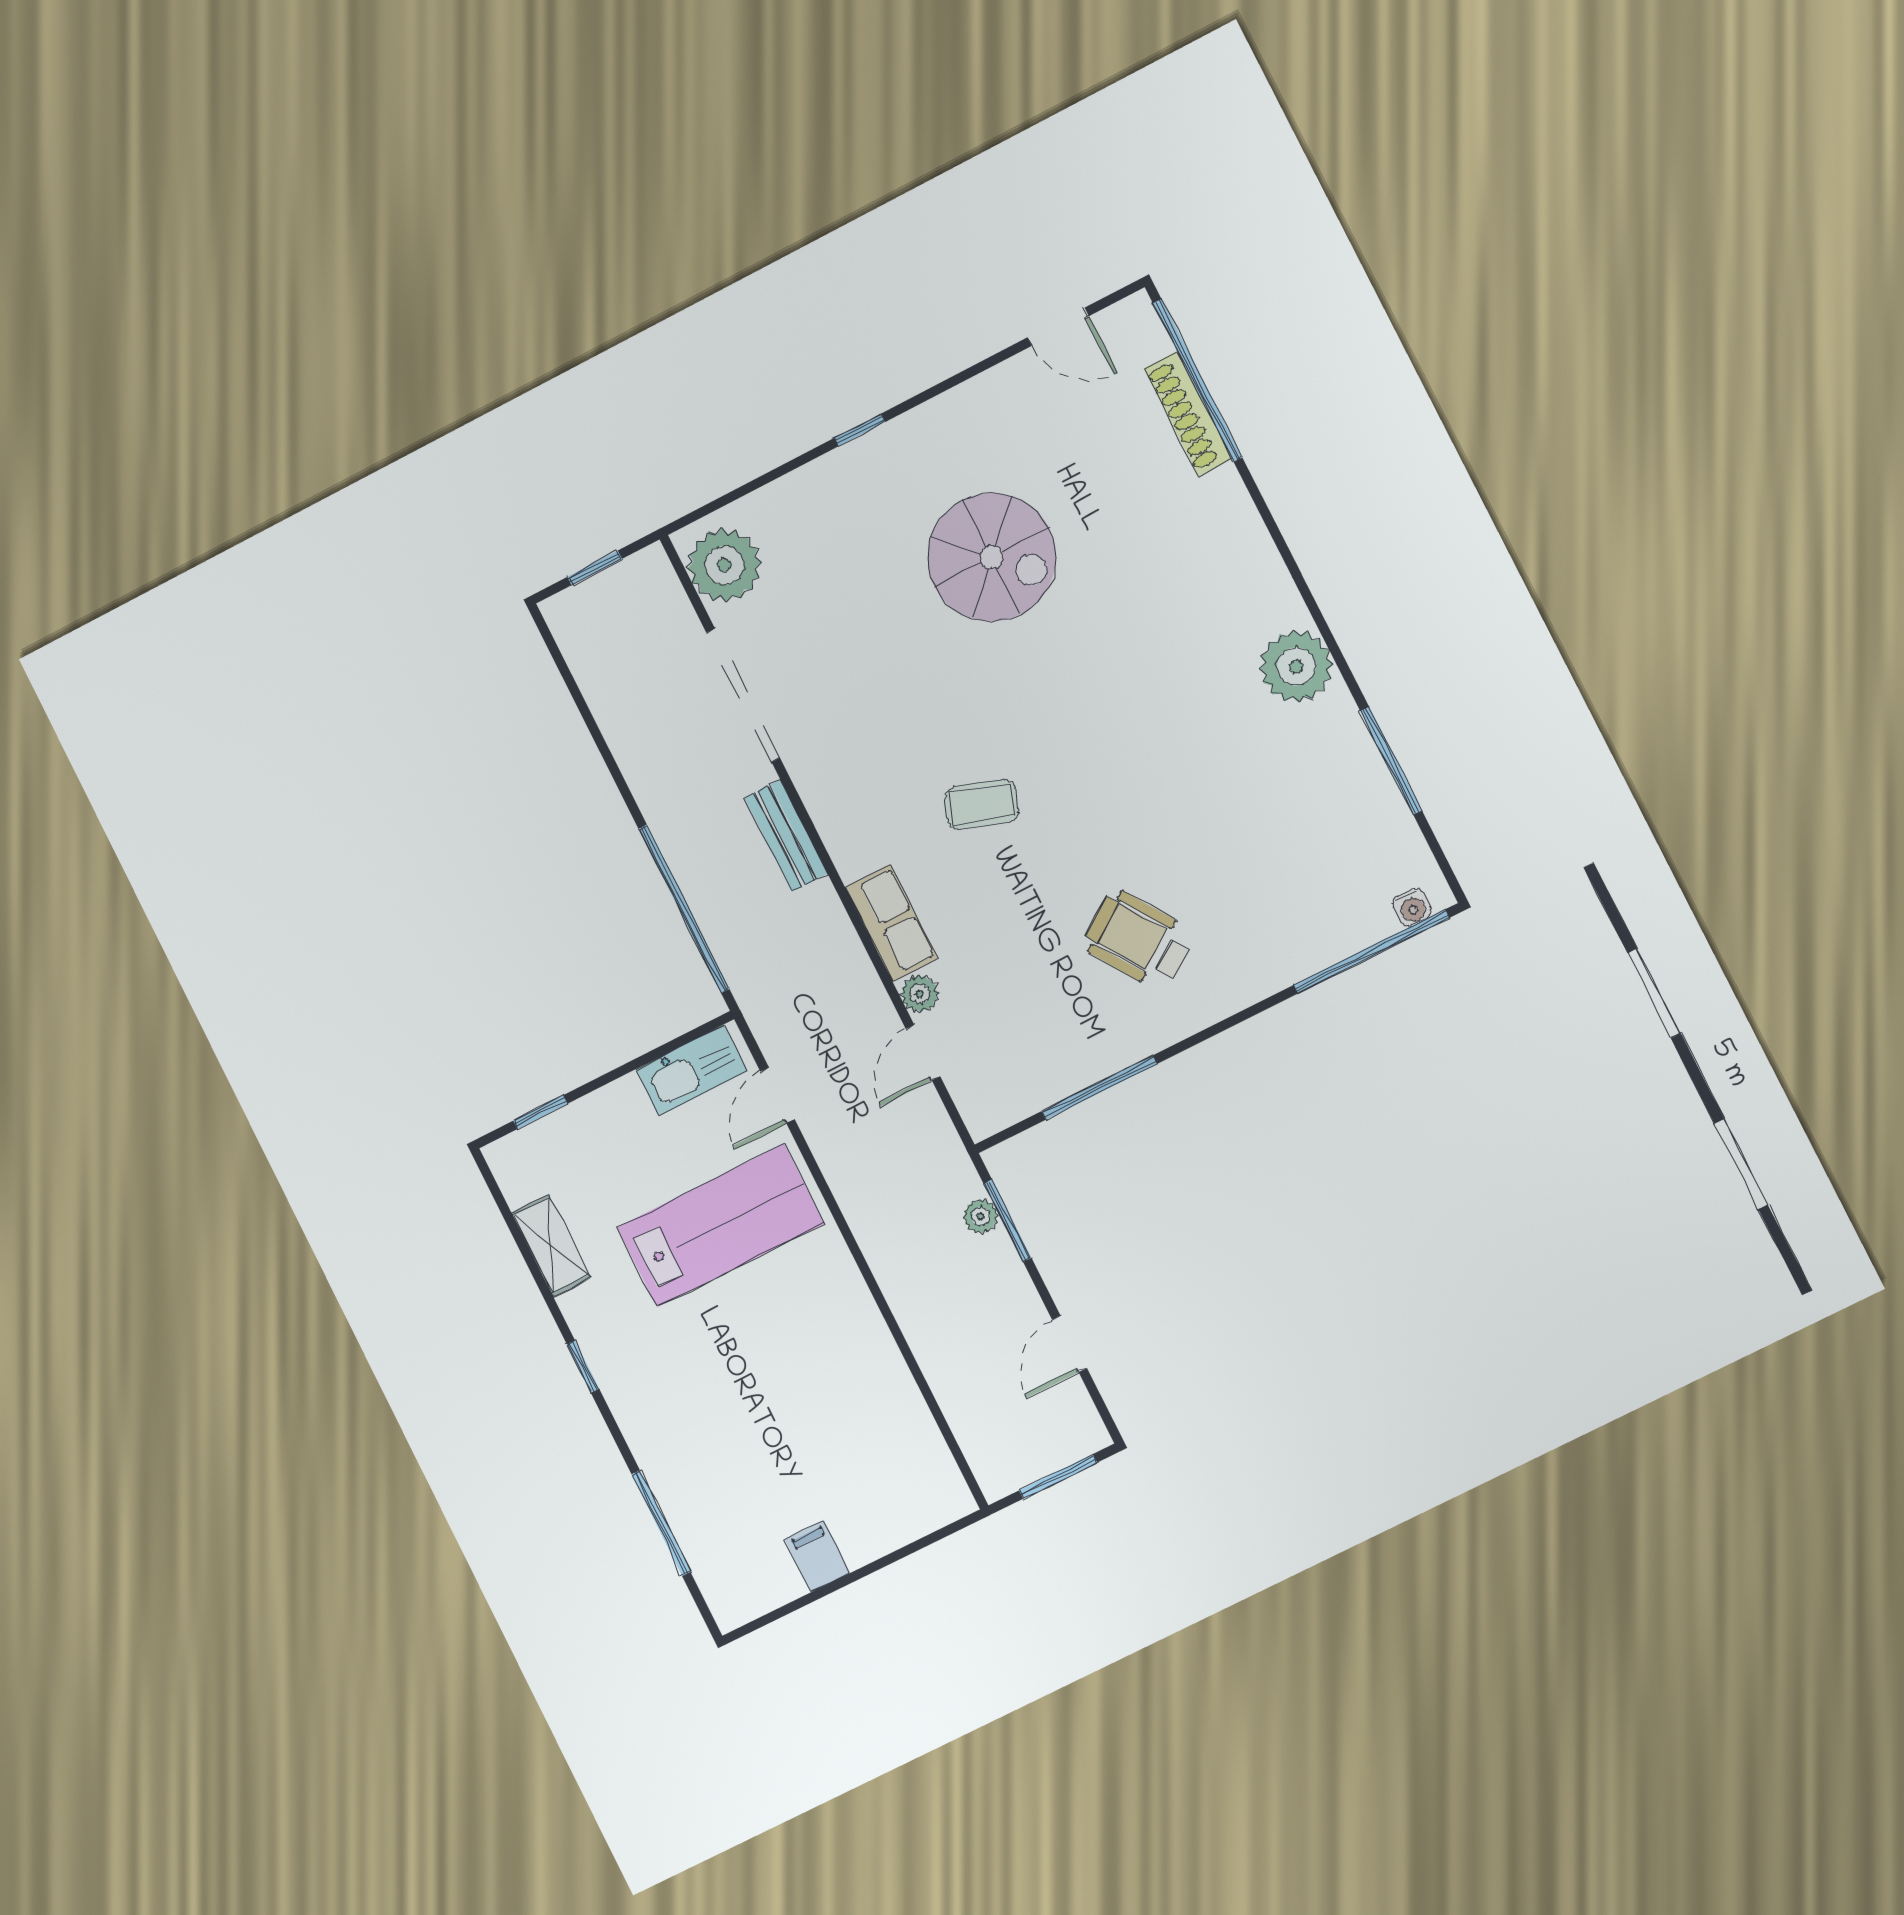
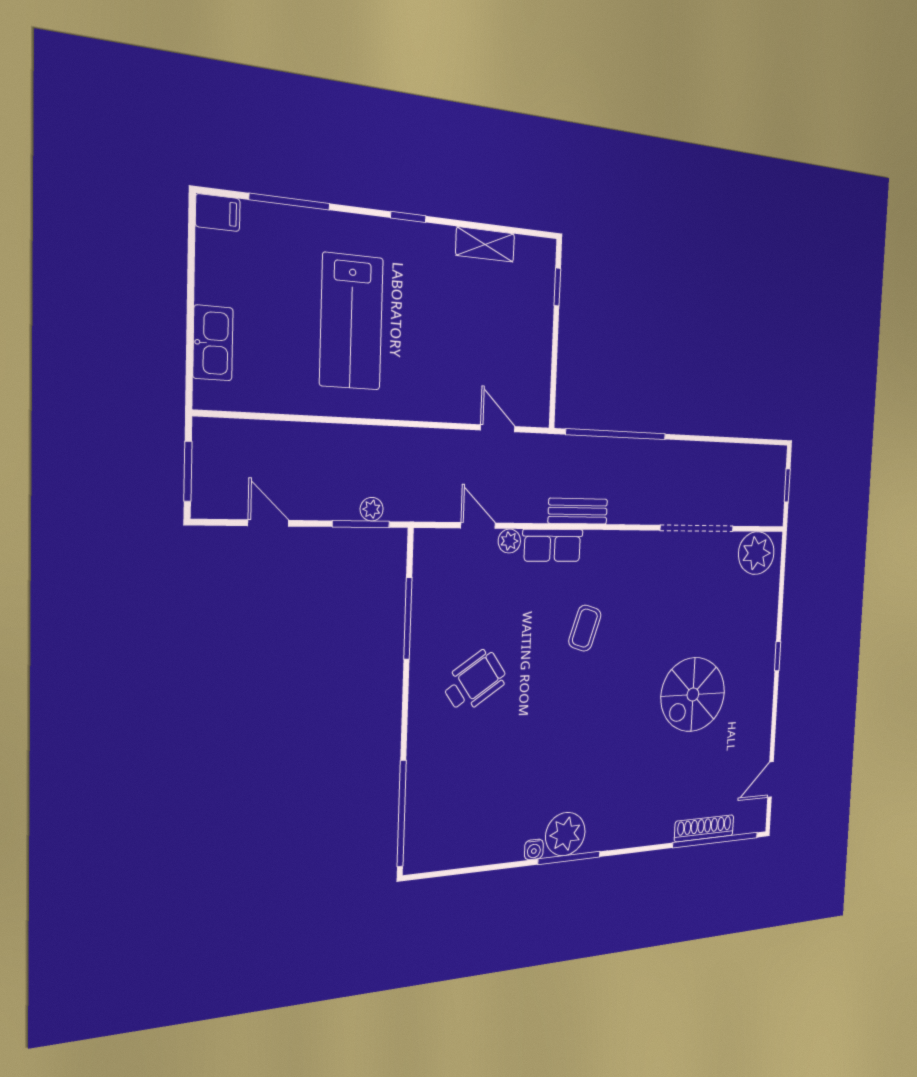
window: (1391, 761) -> (569, 858), moved
bench: (786, 836) -> (578, 511), moved
water cooler: (1412, 907) -> (534, 849), moved, turned -90
kitchen sink: (692, 1070) -> (213, 343), moved, turned 180
lab bench: (720, 1226) -> (351, 322), moved
filing cabinet: (817, 1556) -> (218, 213), moved

